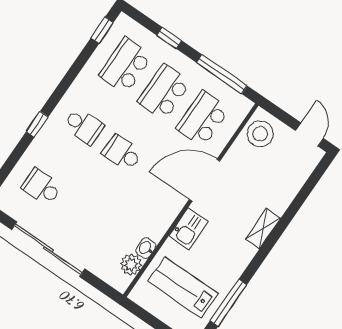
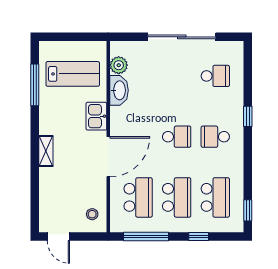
stool: (260, 134) -> (92, 214), width x0.53, depth x0.53
washbasin: (146, 248) -> (119, 90), width x1.91, depth x1.45

